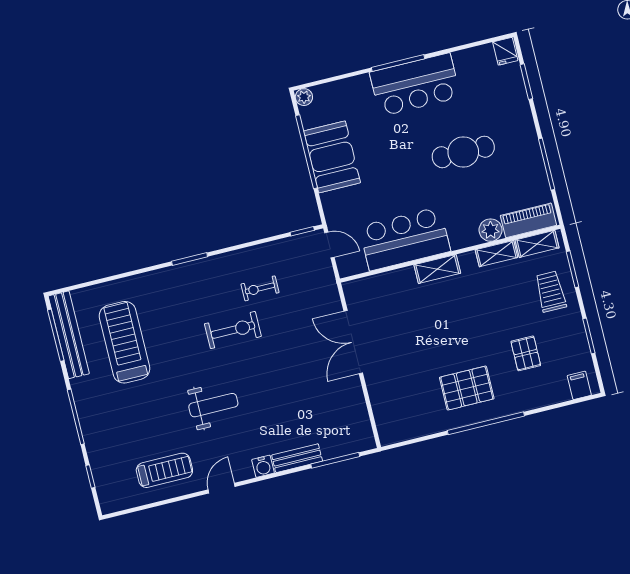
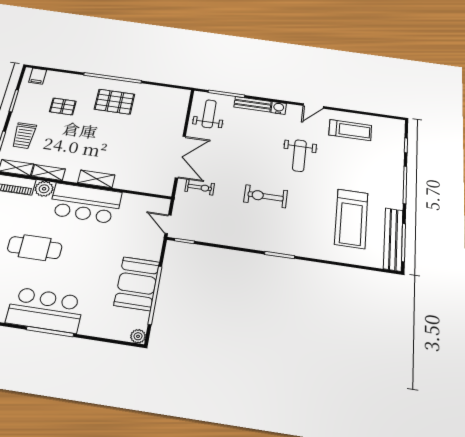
bar counter: (405, 239) -> (85, 203), moved
exercise bike: (260, 288) -> (200, 187), moved
pallet: (526, 353) -> (63, 106), turned 90
weight bench: (213, 405) -> (299, 156), turned -90
weight bench: (344, 420) -> (209, 114), added
treadmill: (164, 470) -> (350, 130), turned 180

